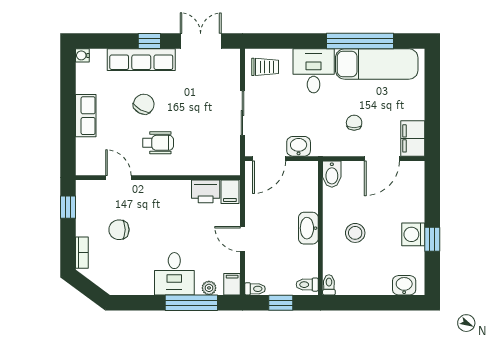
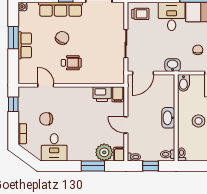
window: (68, 104) -> (13, 38), added
washbasin: (299, 146) -> (173, 65), moved
desk: (174, 274) -> (54, 147), moved
plant: (209, 288) -> (104, 152), width x1.88, depth x1.88
window: (191, 303) -> (93, 166), width x0.69

